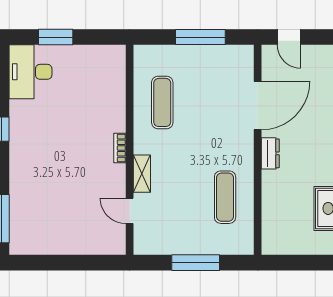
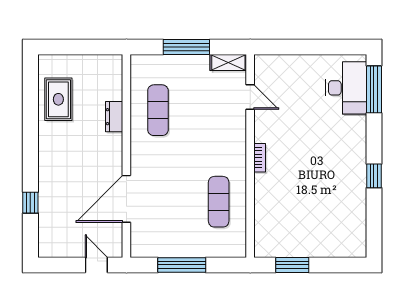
window: (56, 37) -> (292, 265), moved
desk: (30, 72) -> (346, 88), moved
dresser: (270, 153) -> (114, 117), moved
shelving: (142, 174) -> (228, 63), moved, turned 90

